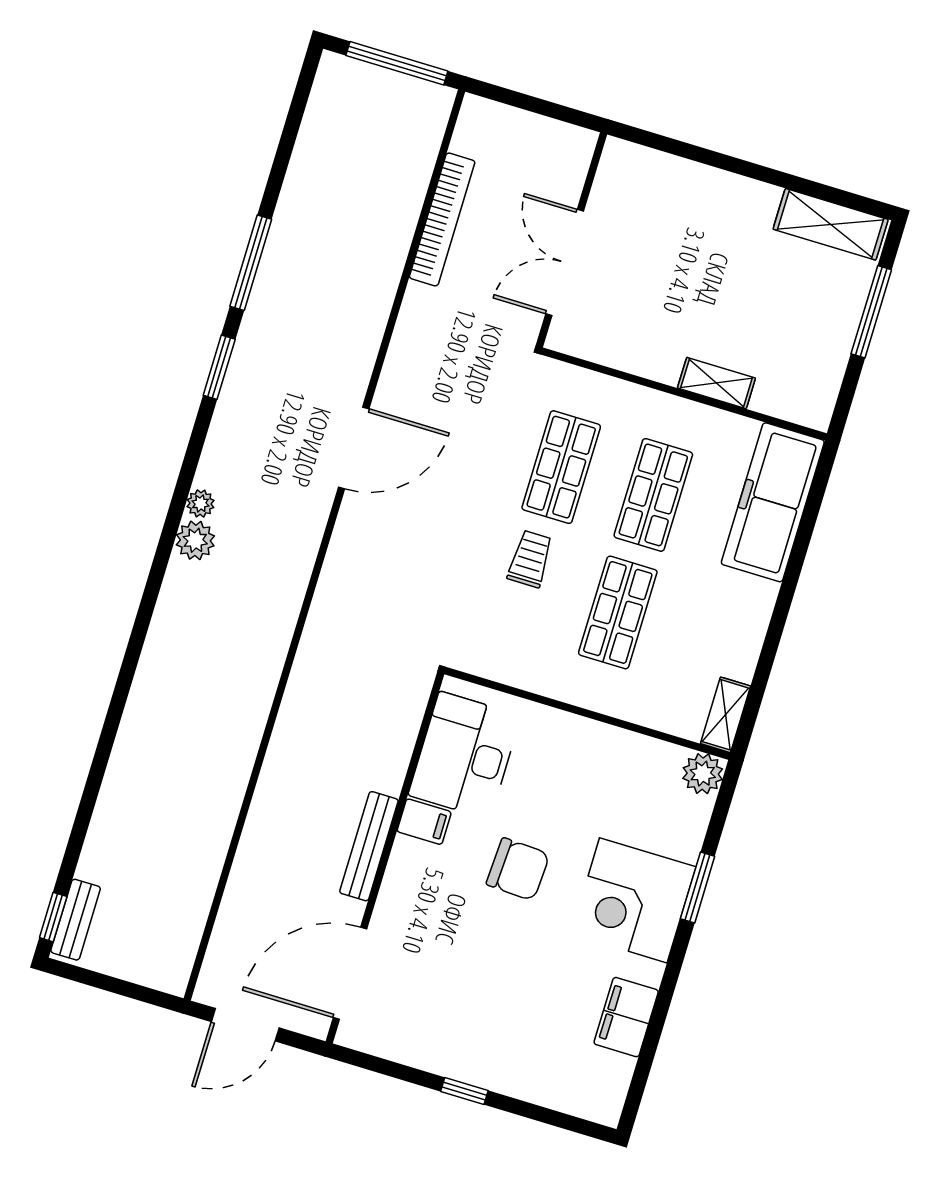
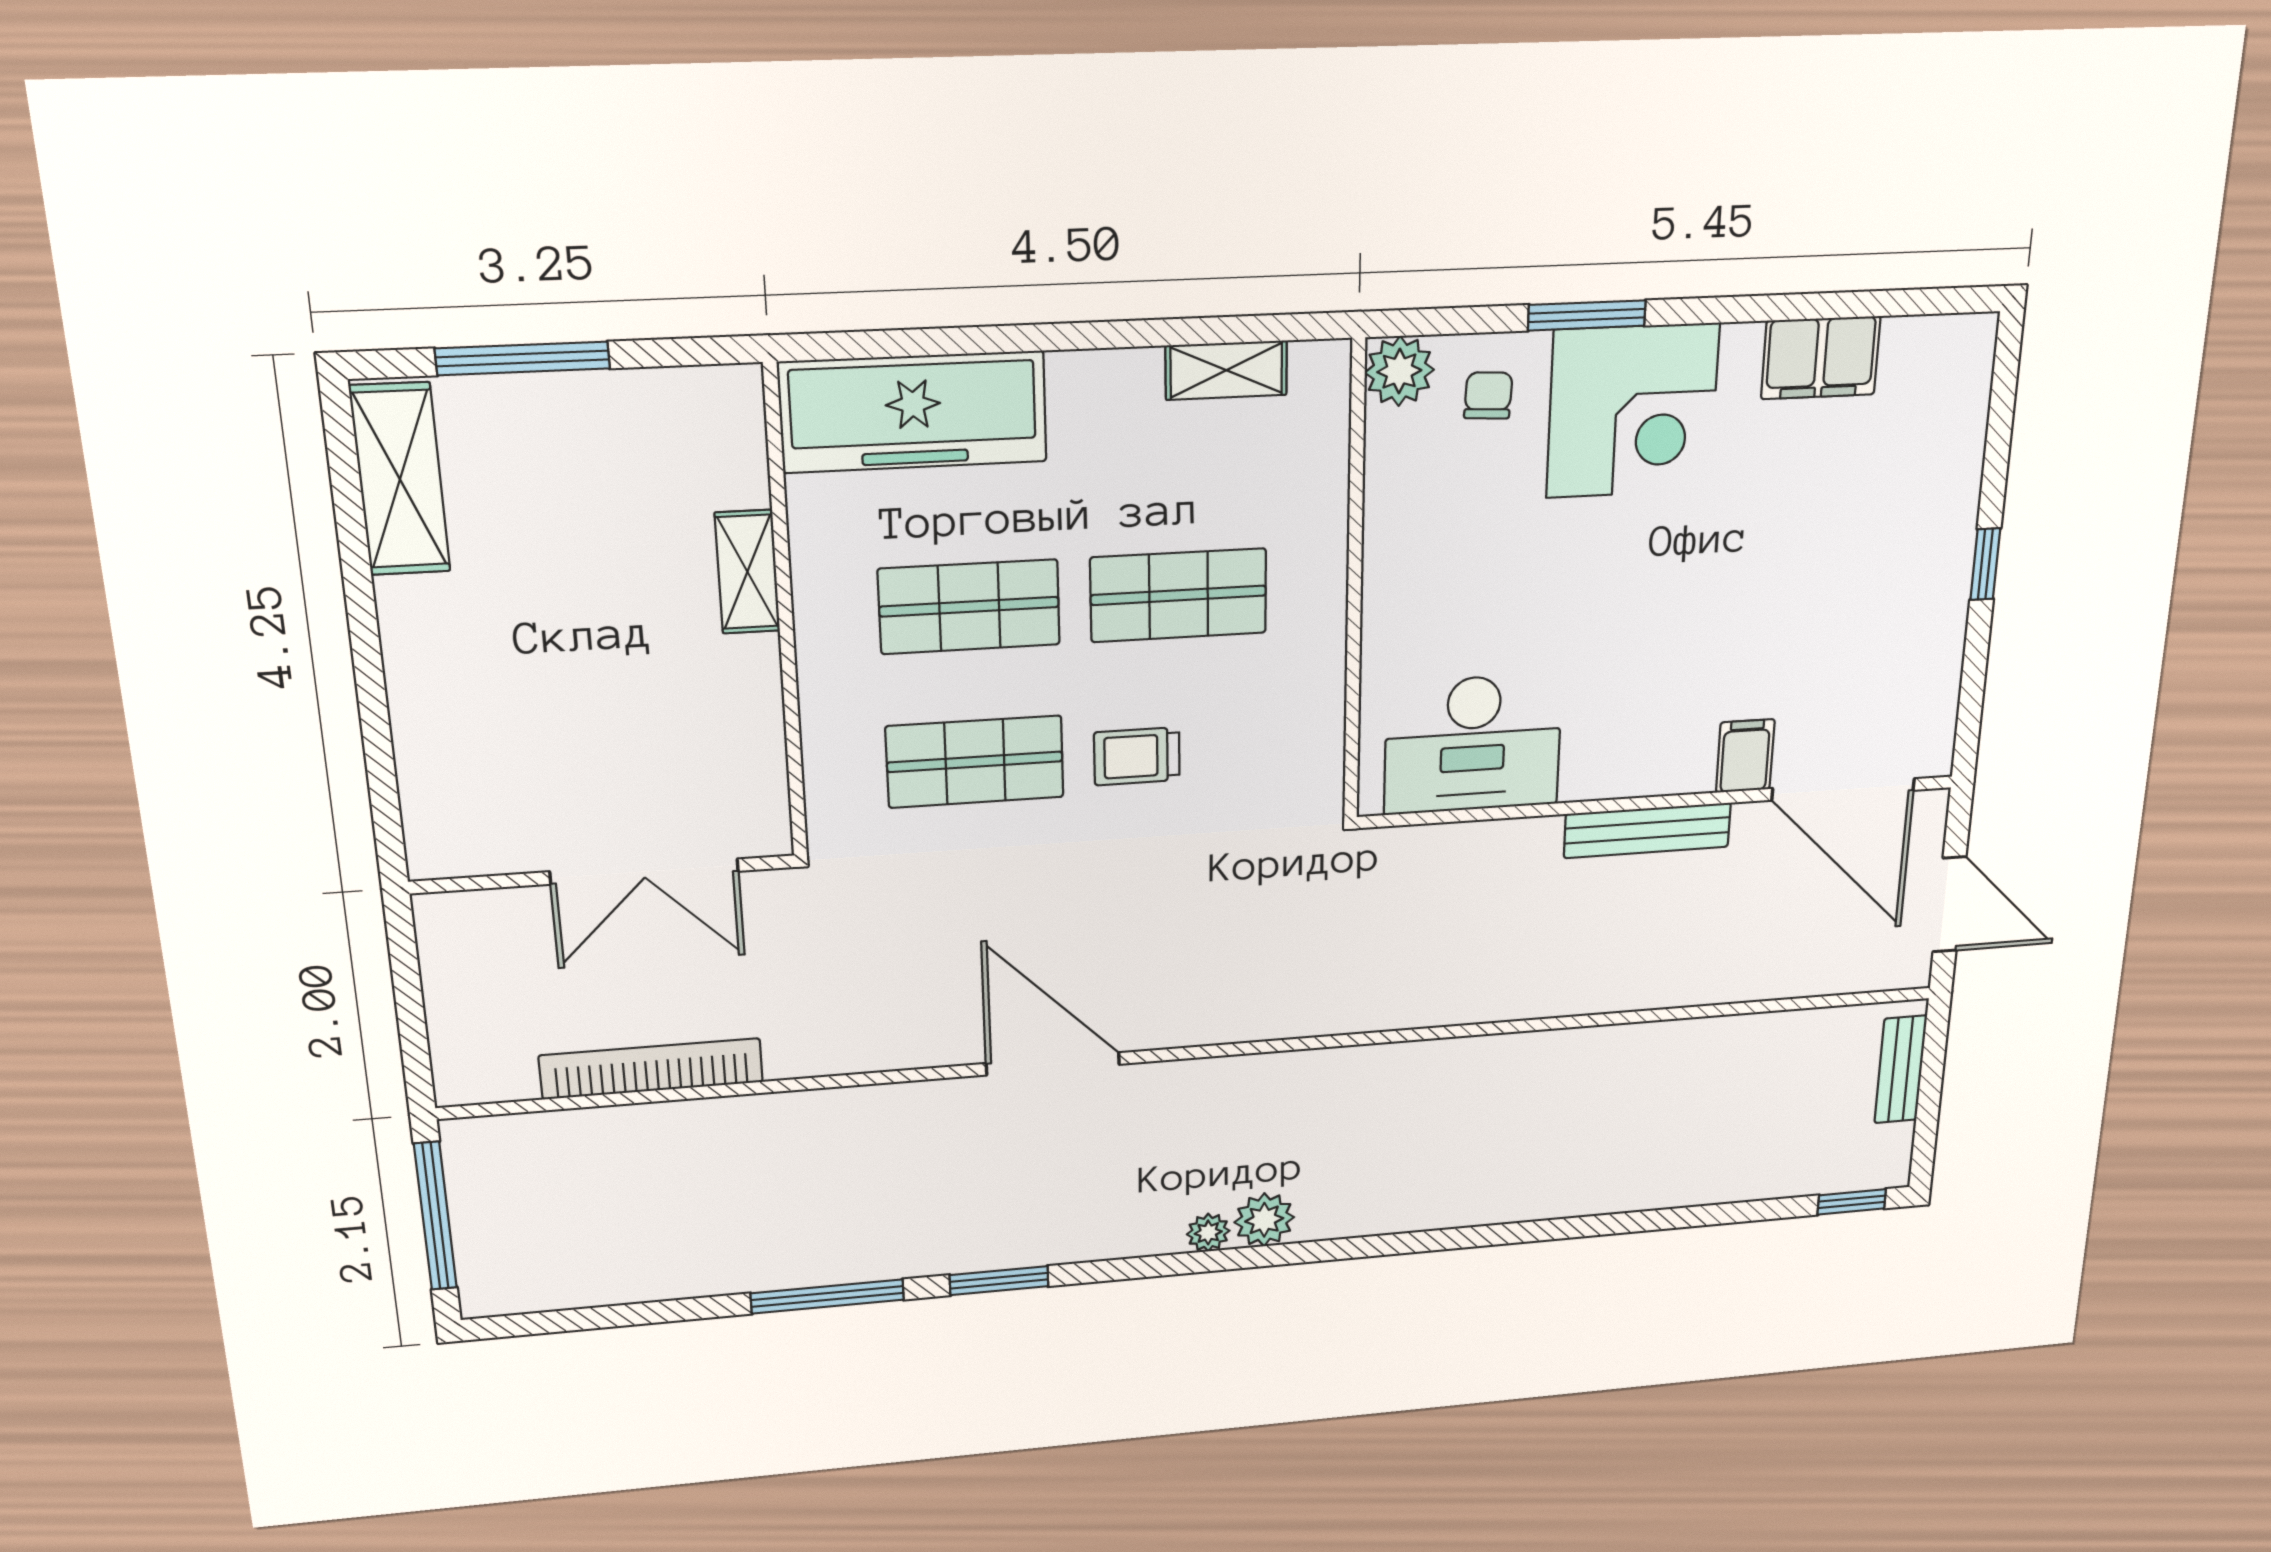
shelving: (725, 715) -> (1226, 370), moved
filing cabinet: (424, 822) -> (1745, 756), moved
chair: (518, 869) -> (1488, 395), moved, width x0.54, depth x0.54
bench: (76, 920) -> (1901, 1069), moved, turned 90

